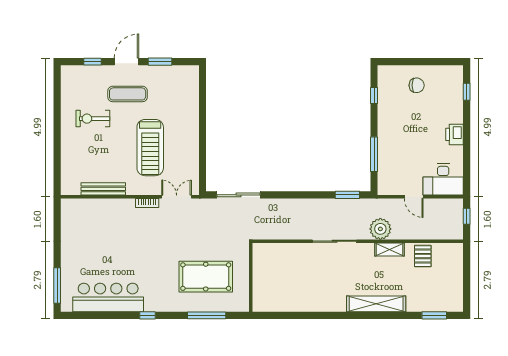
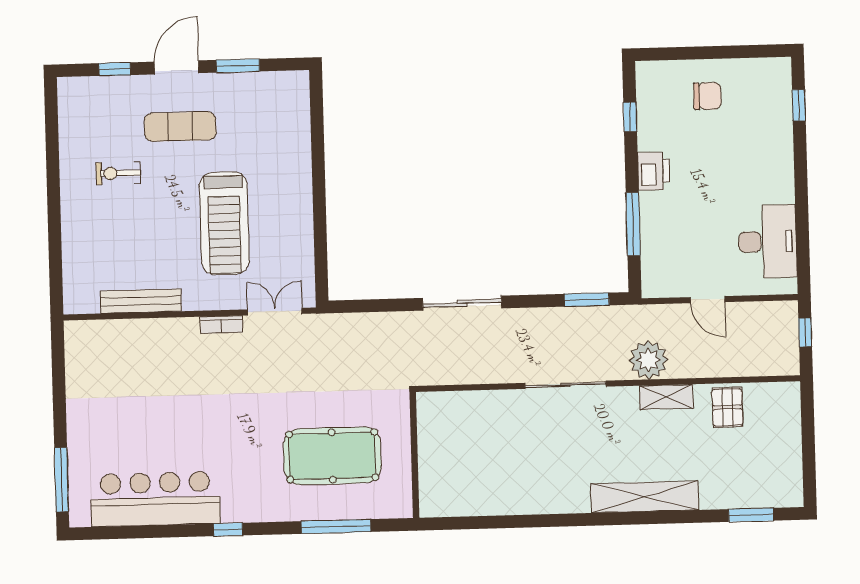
exercise bike: (93, 119) -> (118, 173), width x0.73, depth x0.72
printer: (455, 134) -> (654, 171), moved, turned 180
desk: (443, 179) -> (768, 241), moved, turned -90
sliding door: (238, 195) -> (462, 303), moved

